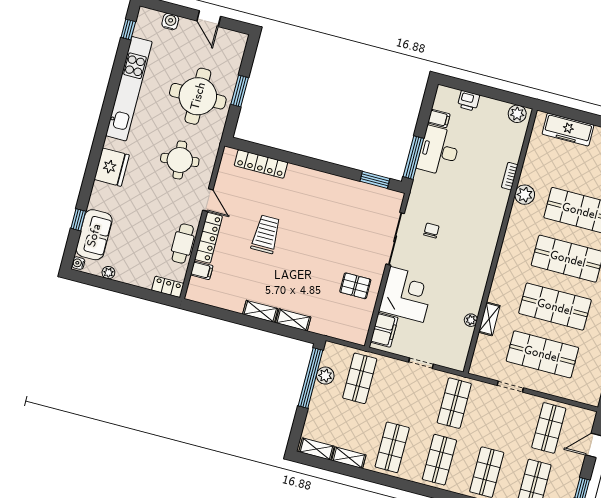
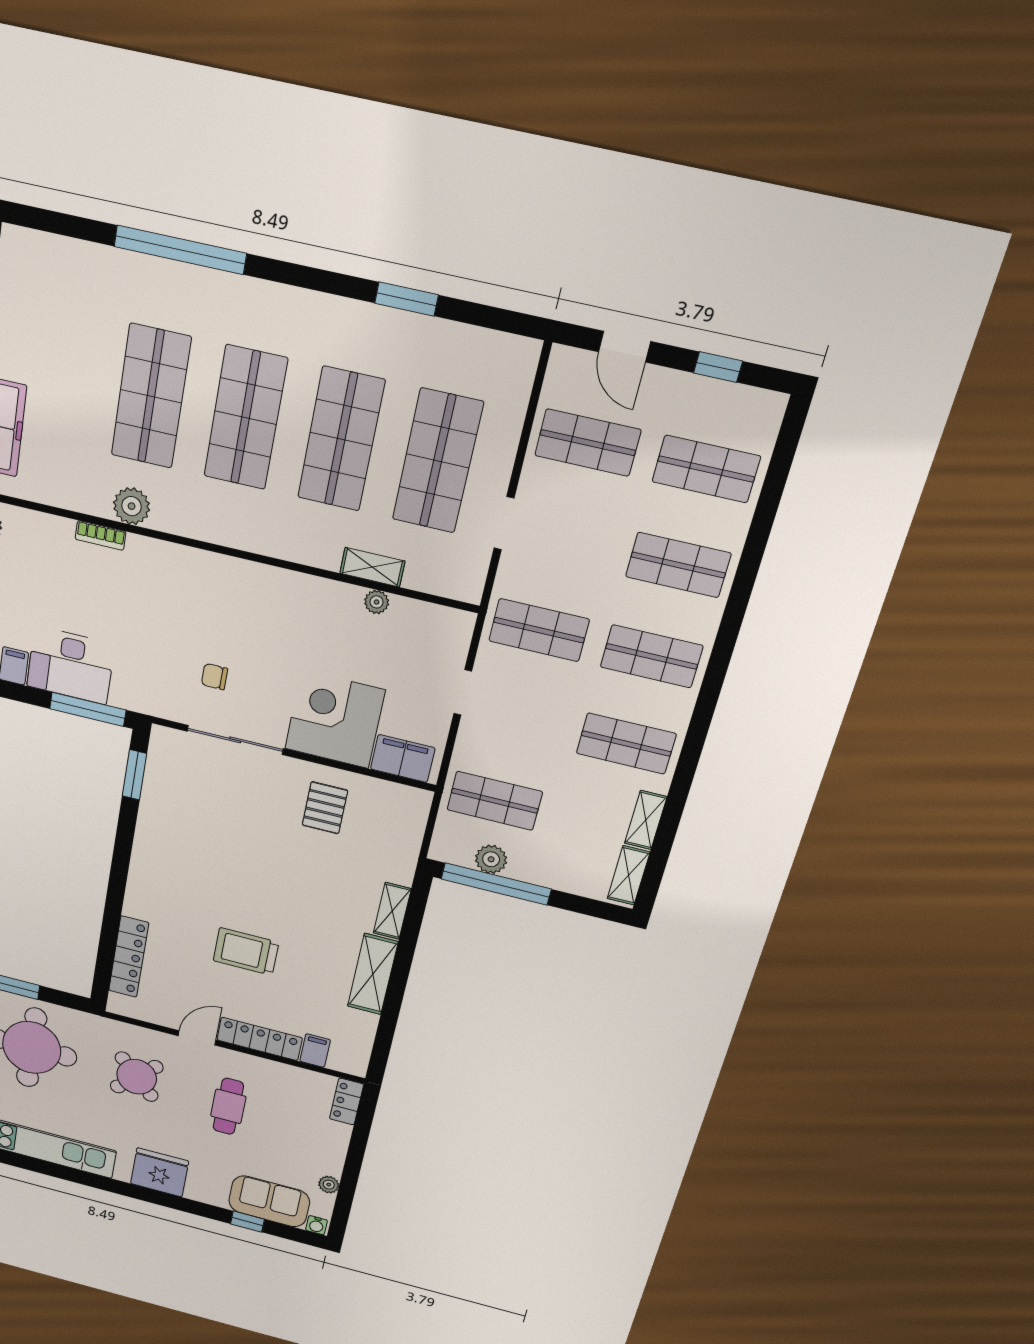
round table: (180, 160) -> (137, 1077), turned -38
cafe table: (183, 243) -> (228, 1106), moved, turned 90
shelving: (260, 311) -> (373, 974), width x1.50, depth x1.33

